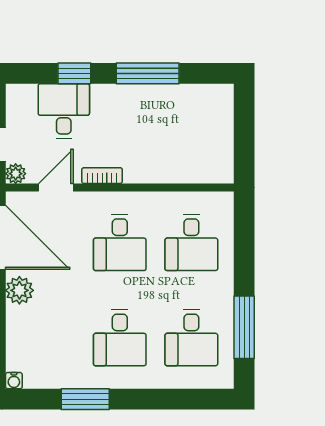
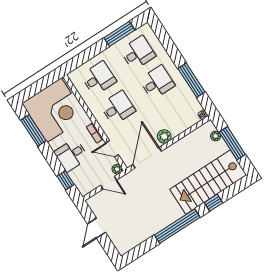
window: (74, 73) -> (66, 180), moved
window: (148, 73) -> (33, 130), moved
desk: (64, 111) -> (71, 155), moved
corner desk: (186, 131) -> (54, 110), added
window: (85, 399) -> (191, 80), width x1.44

